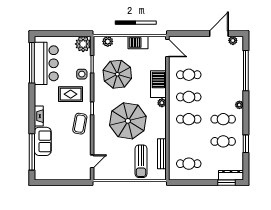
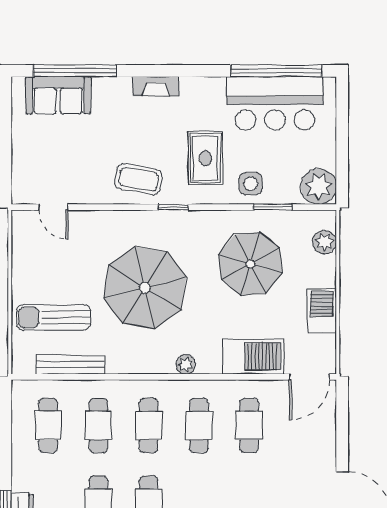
barbecue: (158, 84) -> (253, 357), moved
sofa: (43, 141) -> (58, 95), moved
cafe table: (189, 141) -> (98, 425), added

